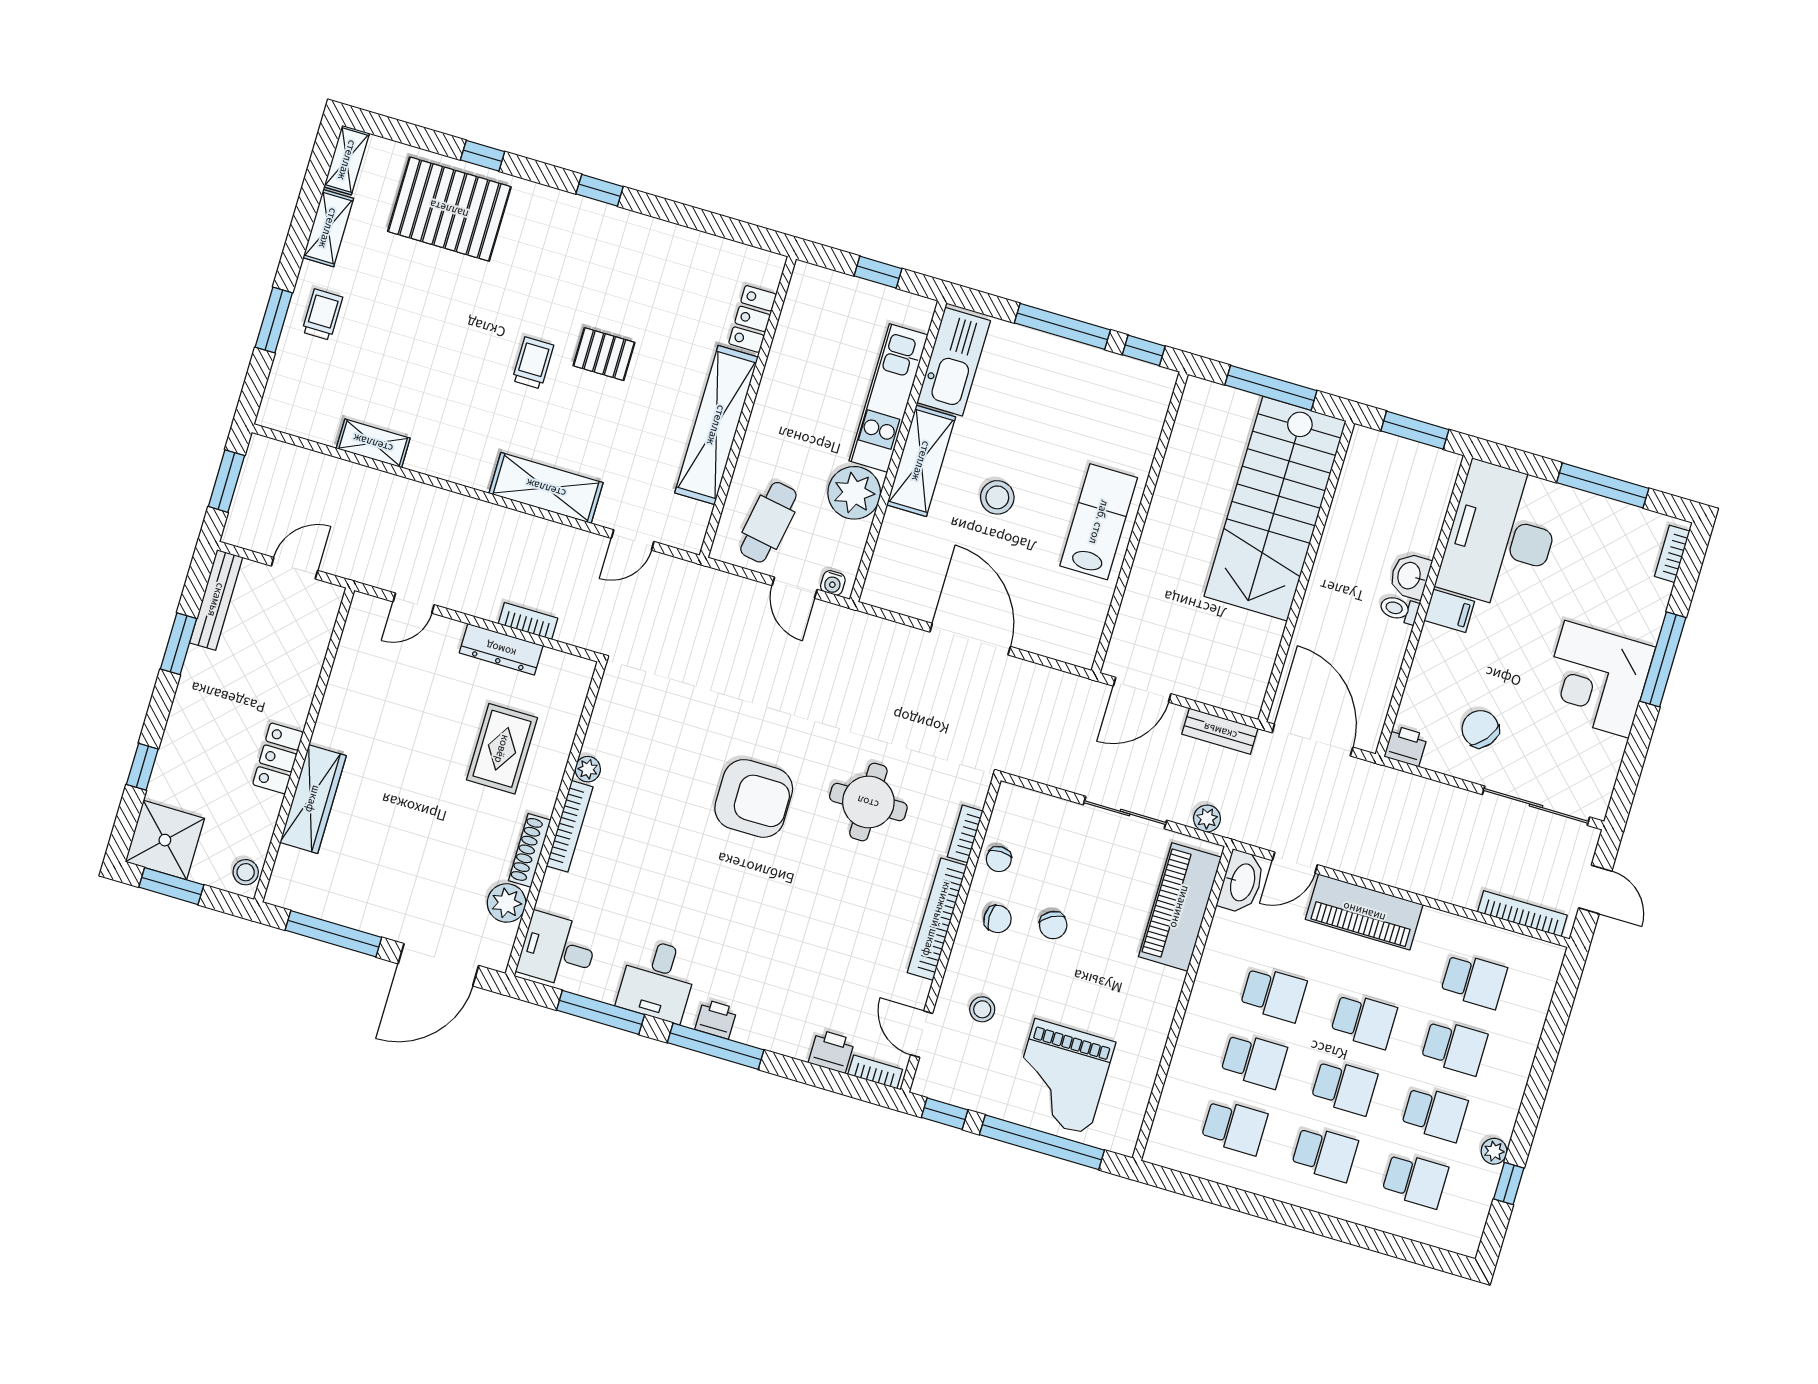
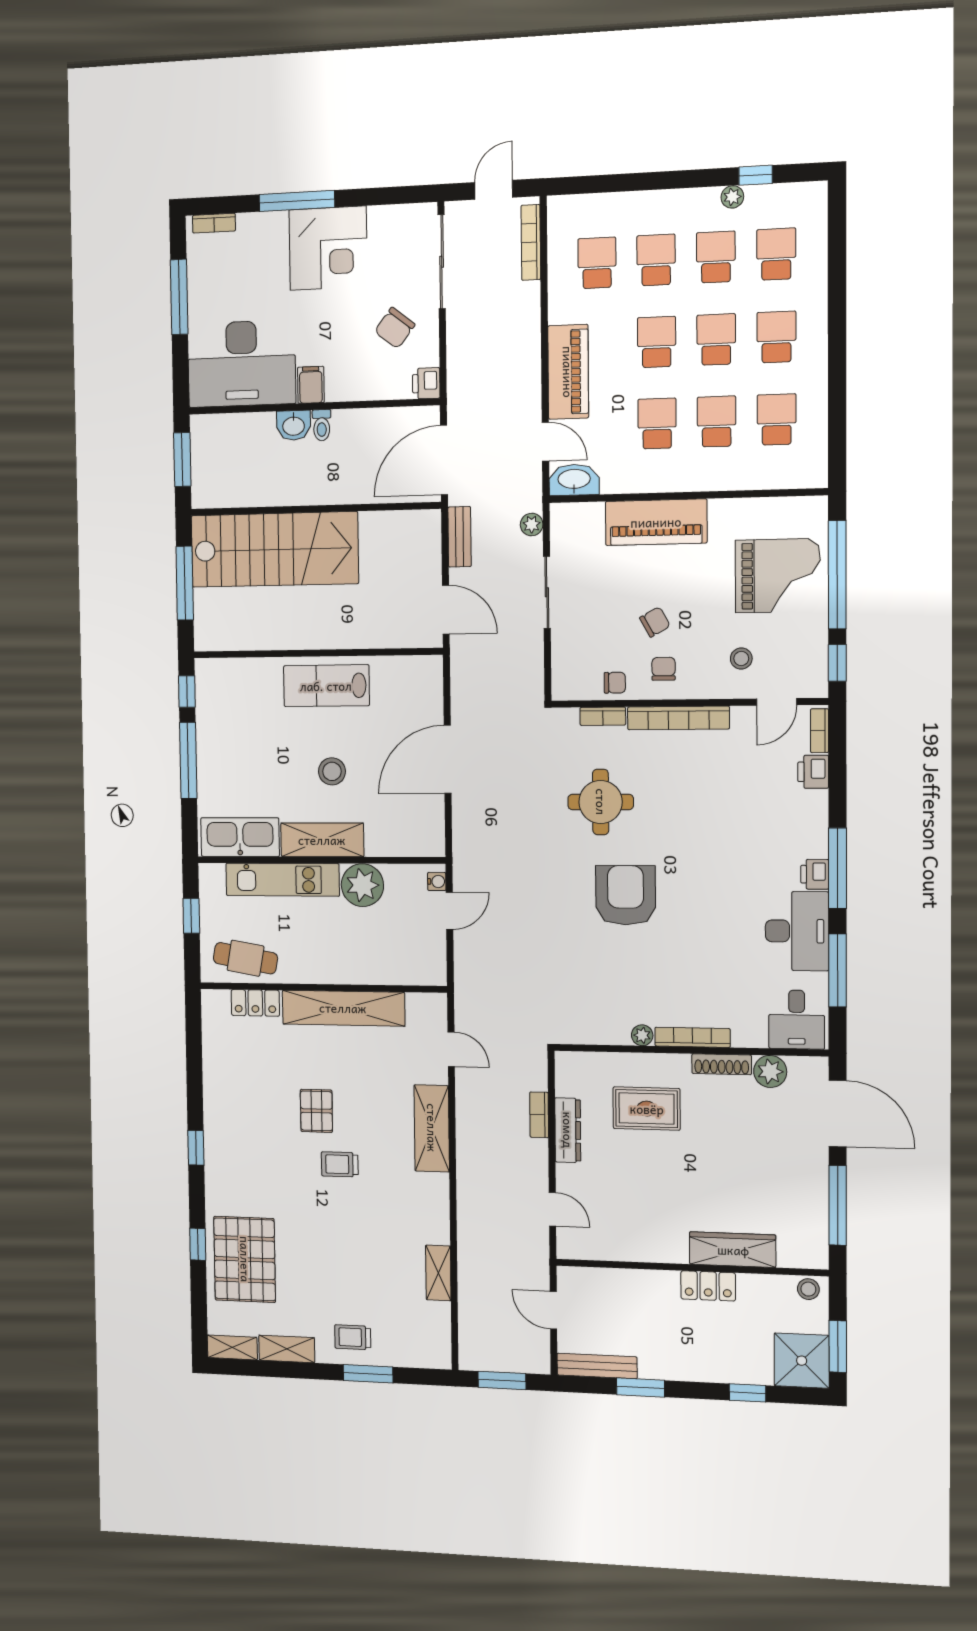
cafe table: (768, 522) -> (245, 958), moved
piano: (1180, 907) -> (656, 522), moved
desk: (658, 980) -> (797, 931), width x1.37

